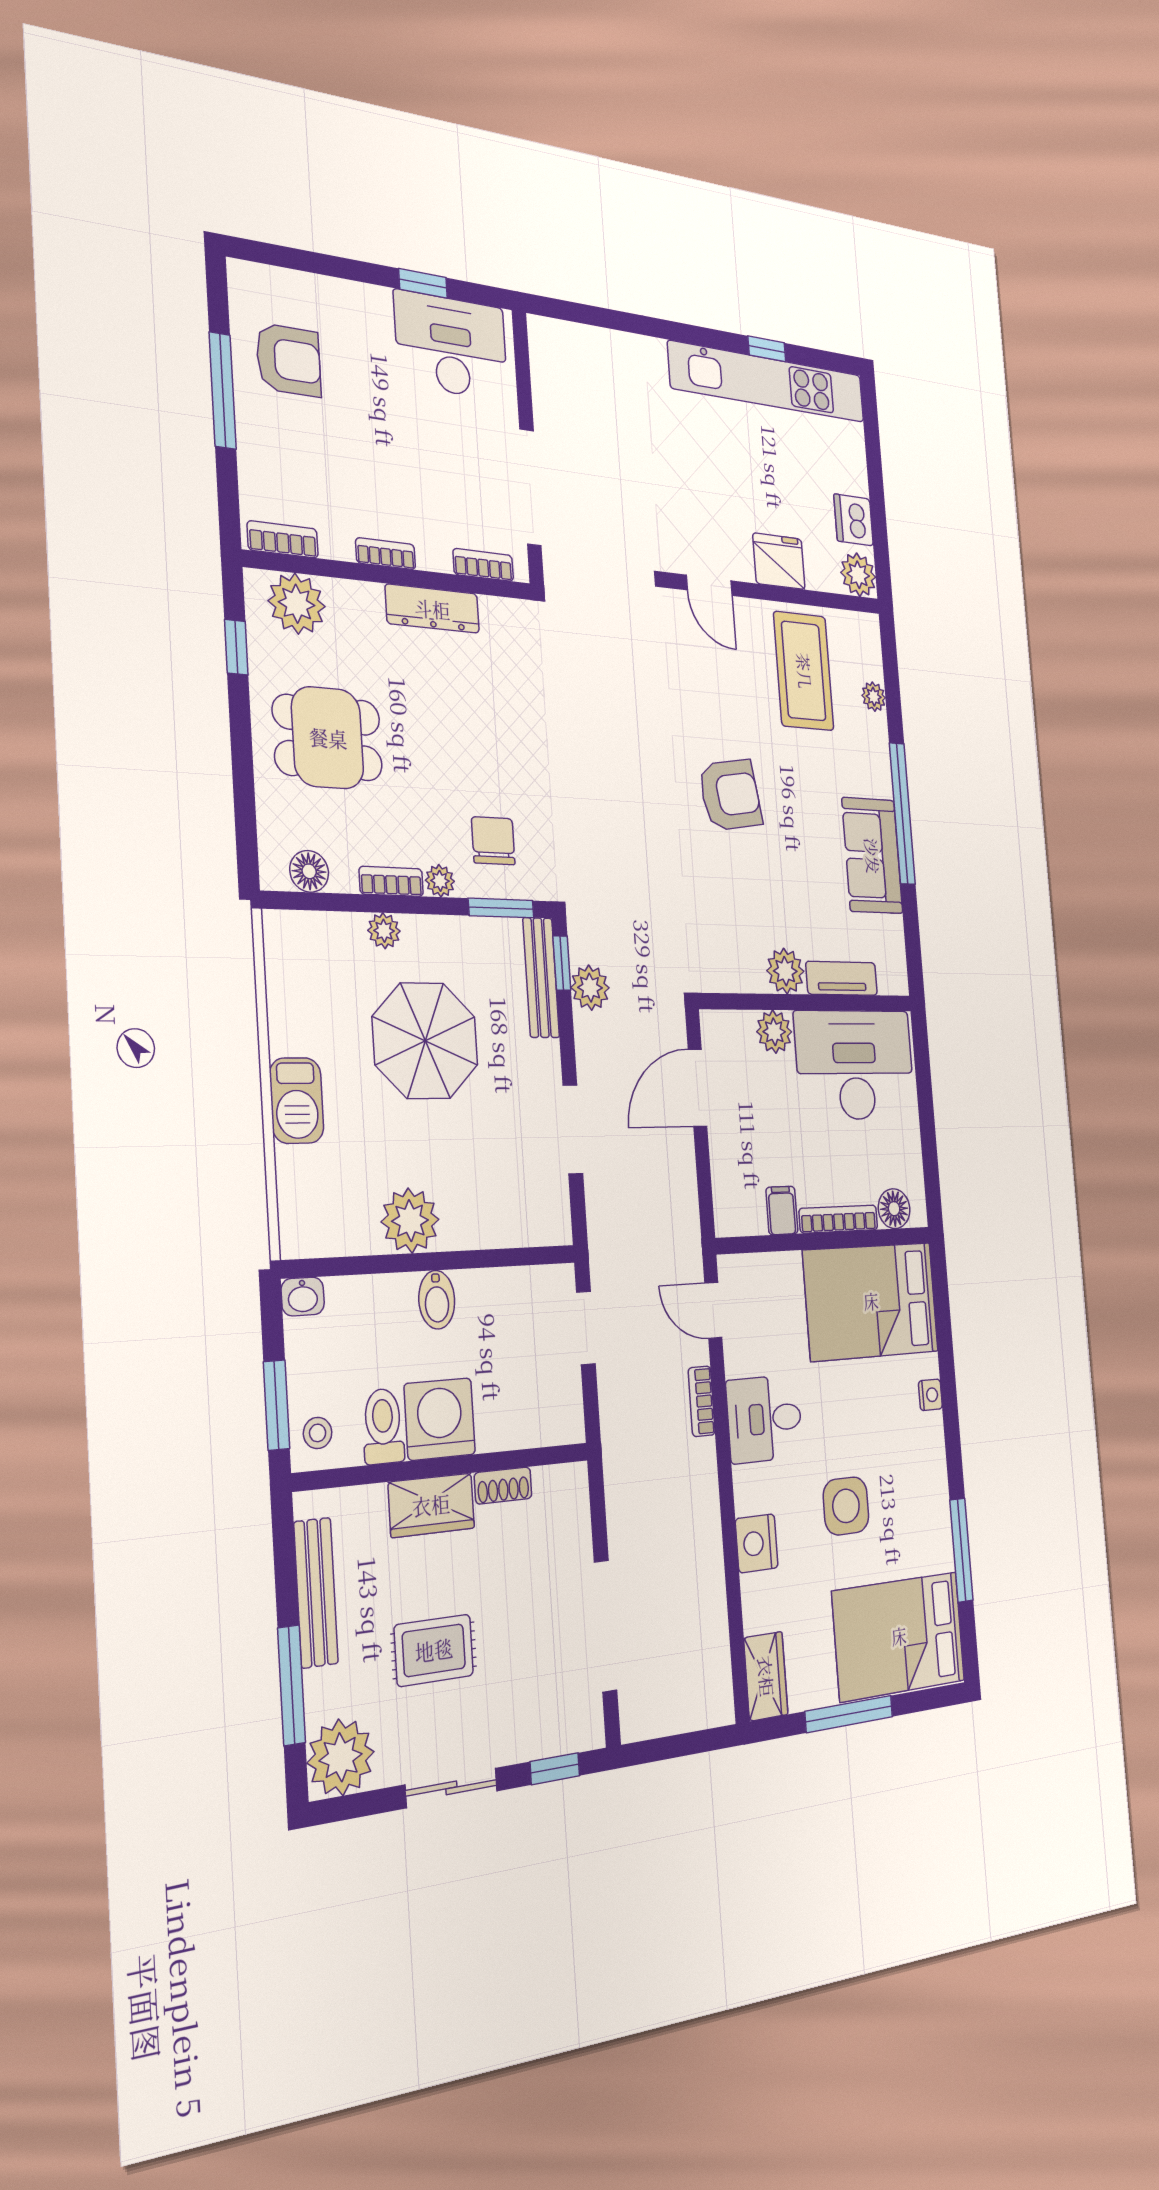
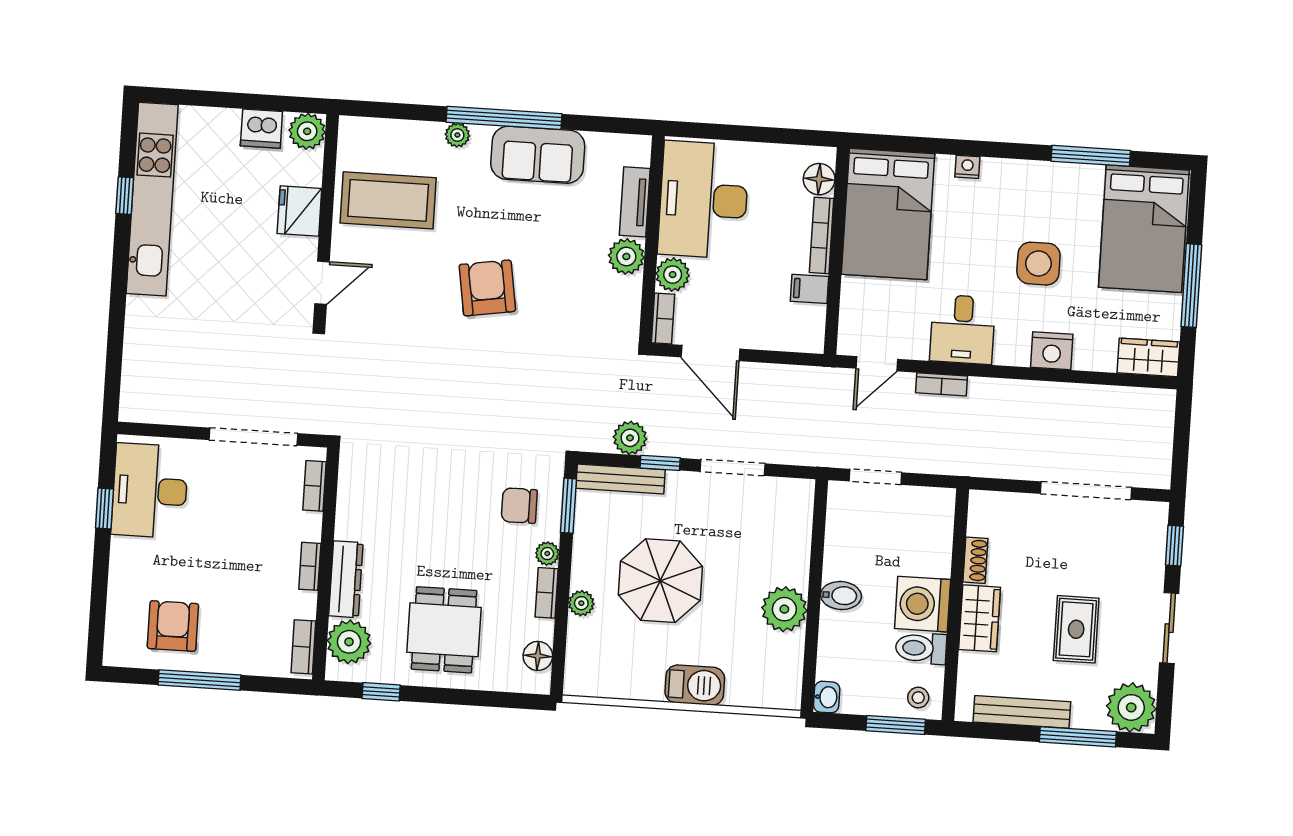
dresser: (432, 609) -> (346, 579), moved
plant: (874, 697) -> (457, 135), moved
window: (562, 963) -> (660, 463), moved
bookcase: (727, 1023) -> (663, 318), added

